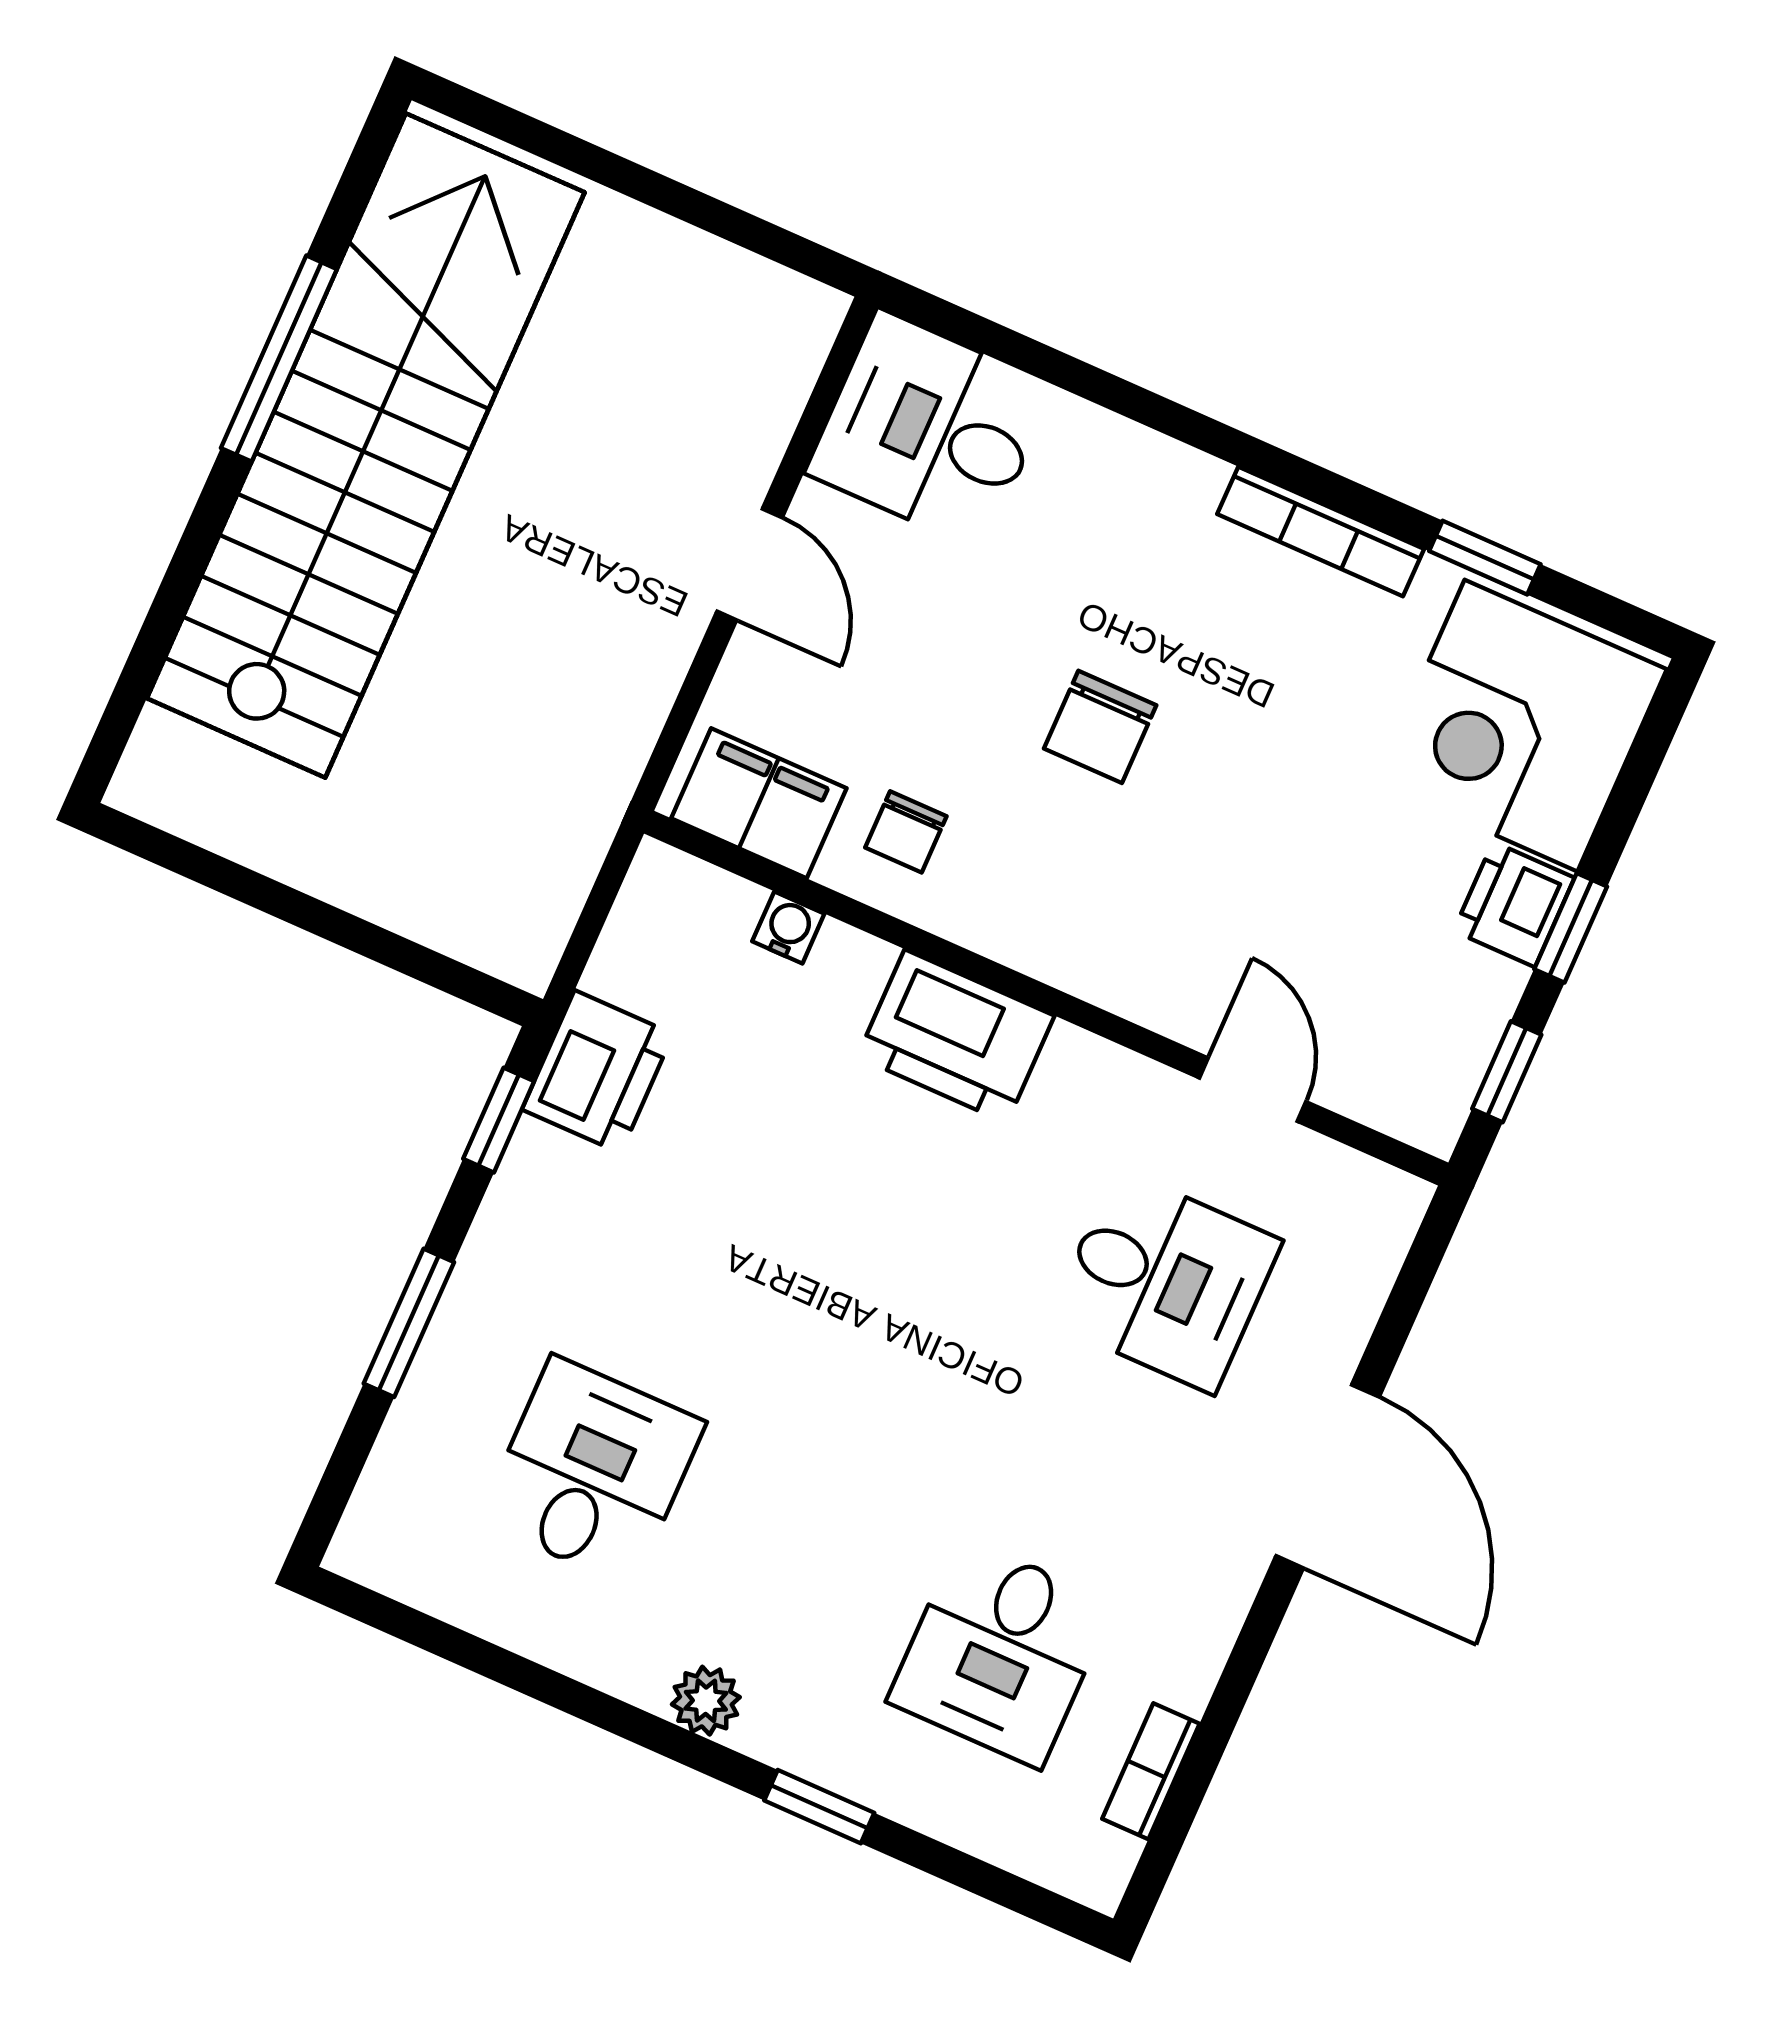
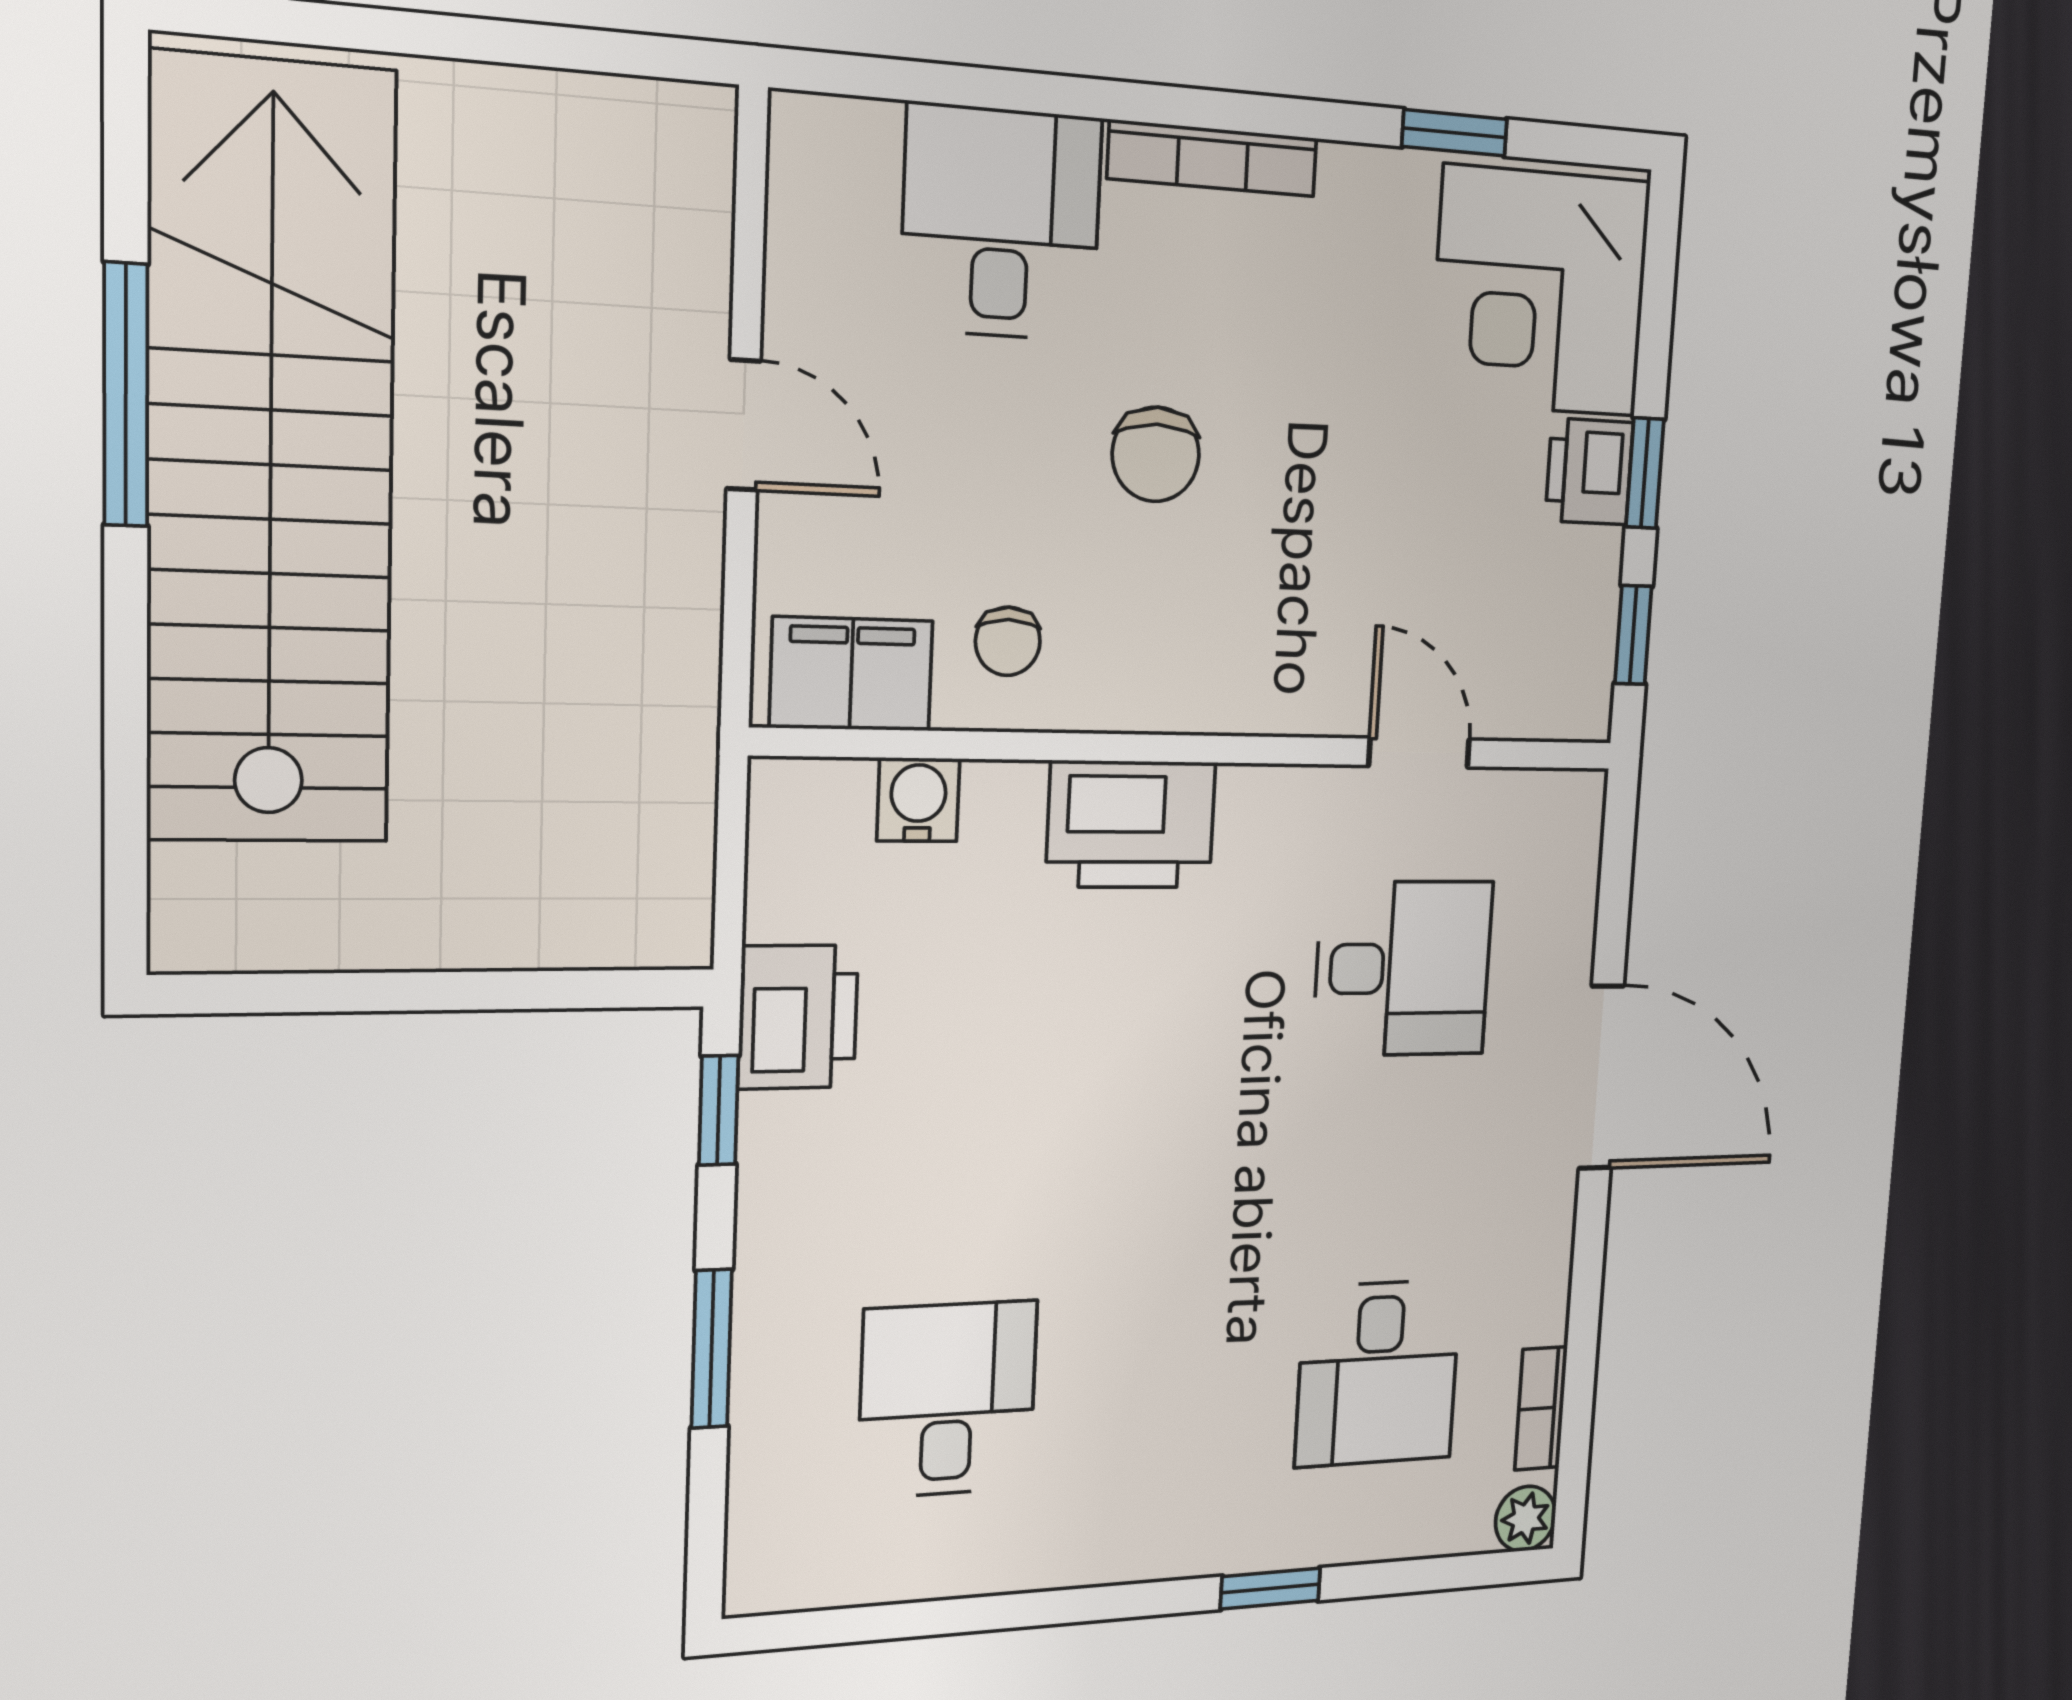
desk: (930, 430) -> (1001, 223), moved, turned 90
bookcase: (1321, 532) -> (1213, 158), moved
water cooler: (788, 928) -> (918, 800), width x1.38, depth x1.38
plant: (706, 1701) -> (1525, 1519), moved

